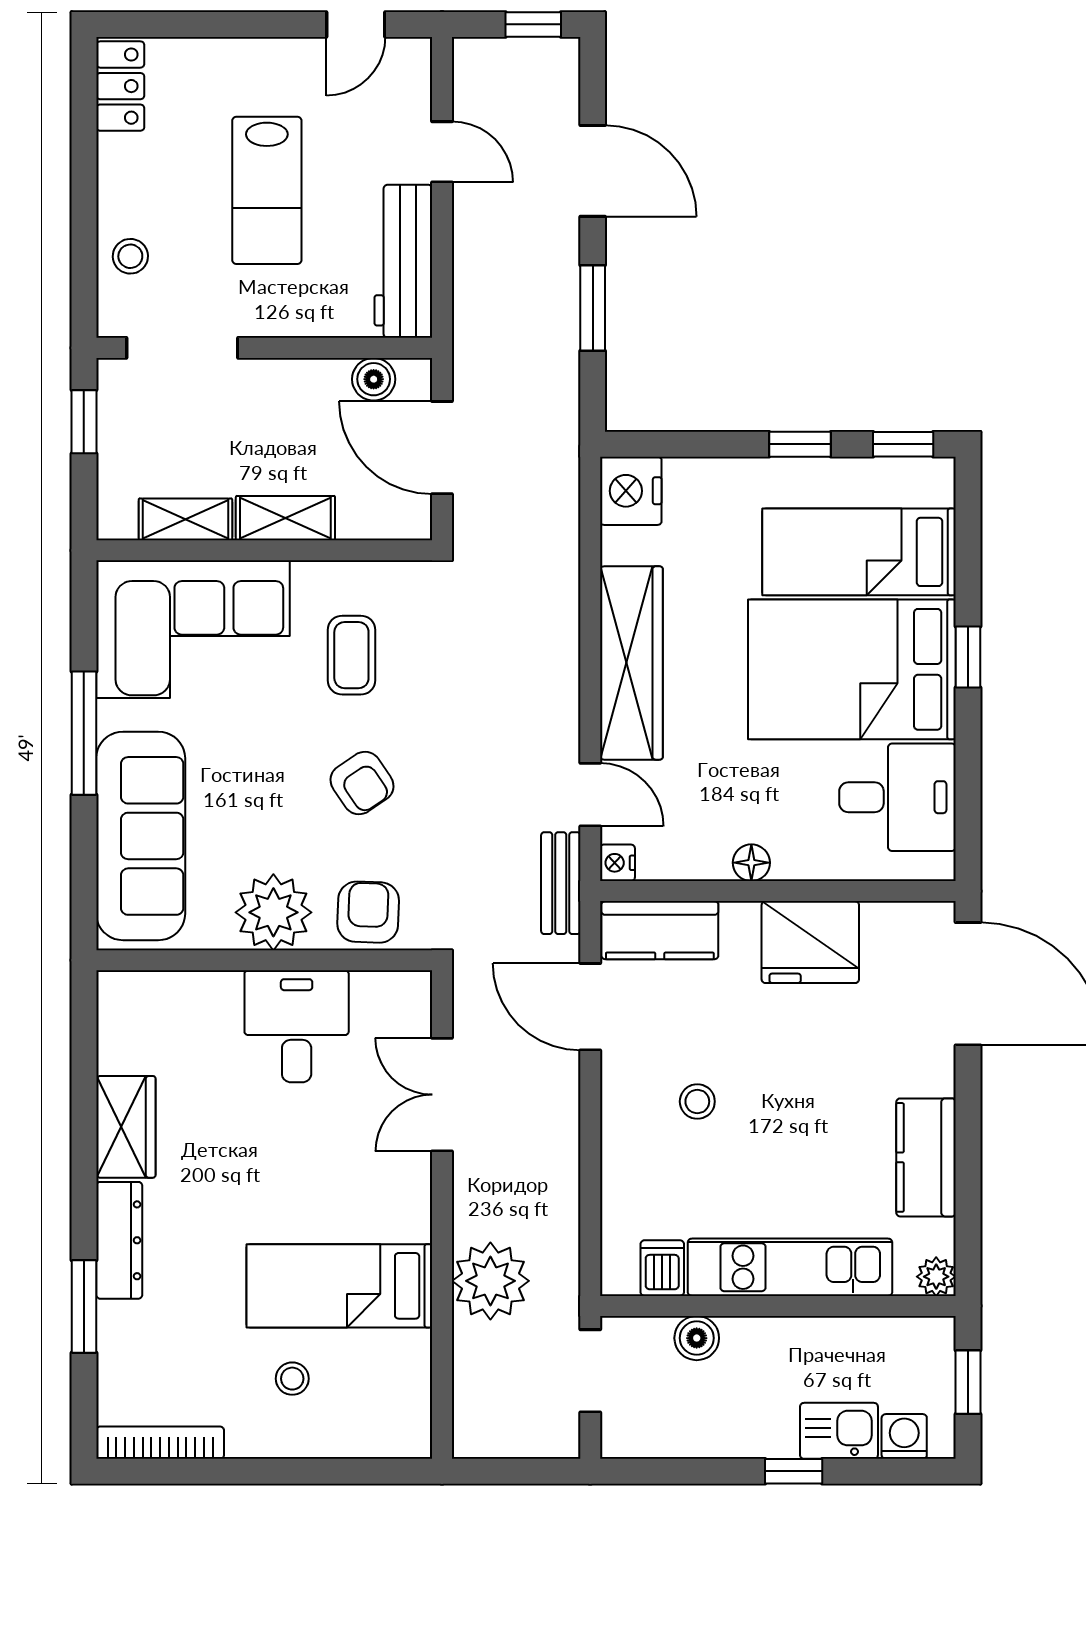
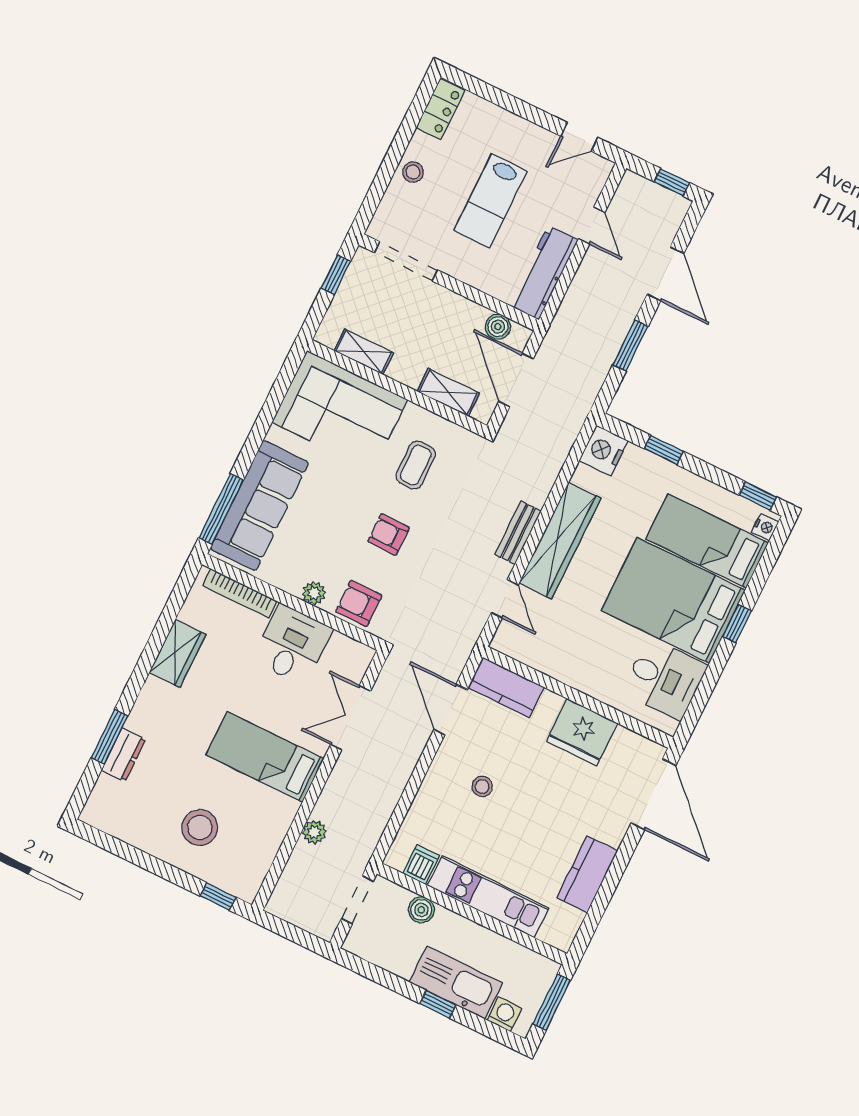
stool: (130, 256) -> (413, 172), moved
window: (800, 444) -> (664, 450), moved
shelving: (285, 518) -> (448, 392), moved
window: (84, 733) -> (221, 509), moved
armchair: (362, 783) -> (389, 534), turned 124
nightstand: (617, 863) -> (765, 527), moved, turned 180
floor lamp: (751, 863) -> (571, 676), removed
bench: (561, 883) -> (518, 533), moved
plant: (273, 912) -> (314, 593), width x0.53, depth x0.53
armchair: (368, 912) -> (359, 603), turned -92
dresser: (119, 1240) -> (124, 755), moved, width x0.70
plant: (936, 1277) -> (562, 939), removed
plant: (490, 1281) -> (314, 832), width x0.53, depth x0.53
bed: (339, 1286) -> (265, 757), moved
stool: (292, 1379) -> (200, 828), width x1.89, depth x1.89
window: (968, 1382) -> (552, 1002), width x1.50
kitchen sink: (839, 1431) -> (456, 982), width x1.87, depth x1.24
bookcase: (160, 1443) -> (240, 593), moved, turned 180
window: (373, 1471) -> (218, 897), added

